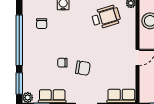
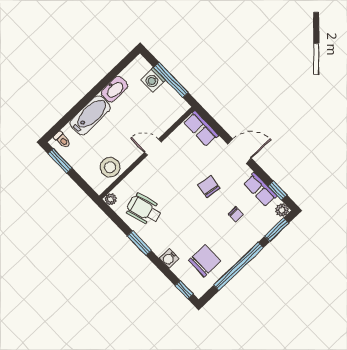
chair: (42, 24) -> (205, 261), width x1.87, depth x1.87
chair: (62, 63) -> (236, 214), moved

